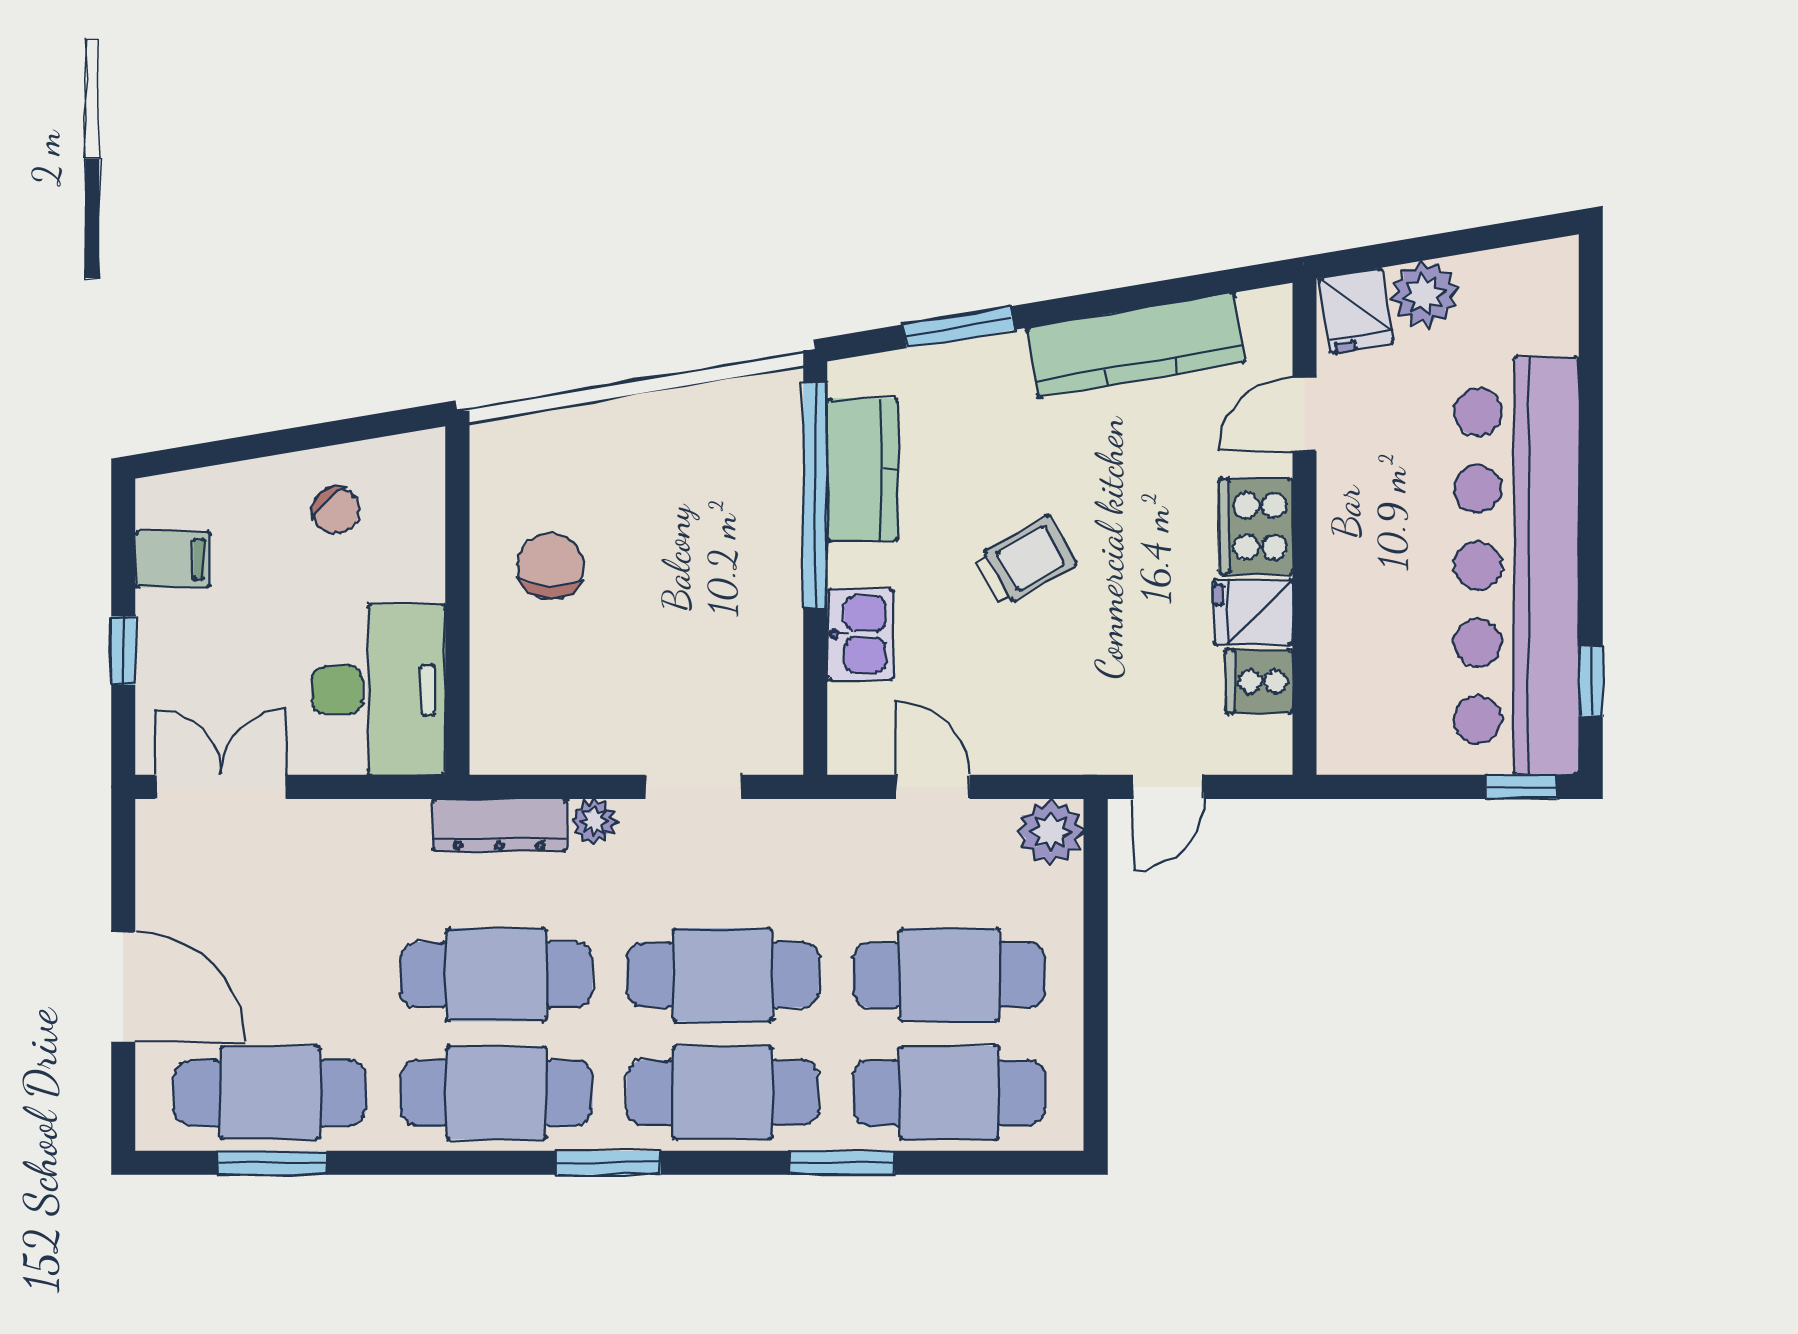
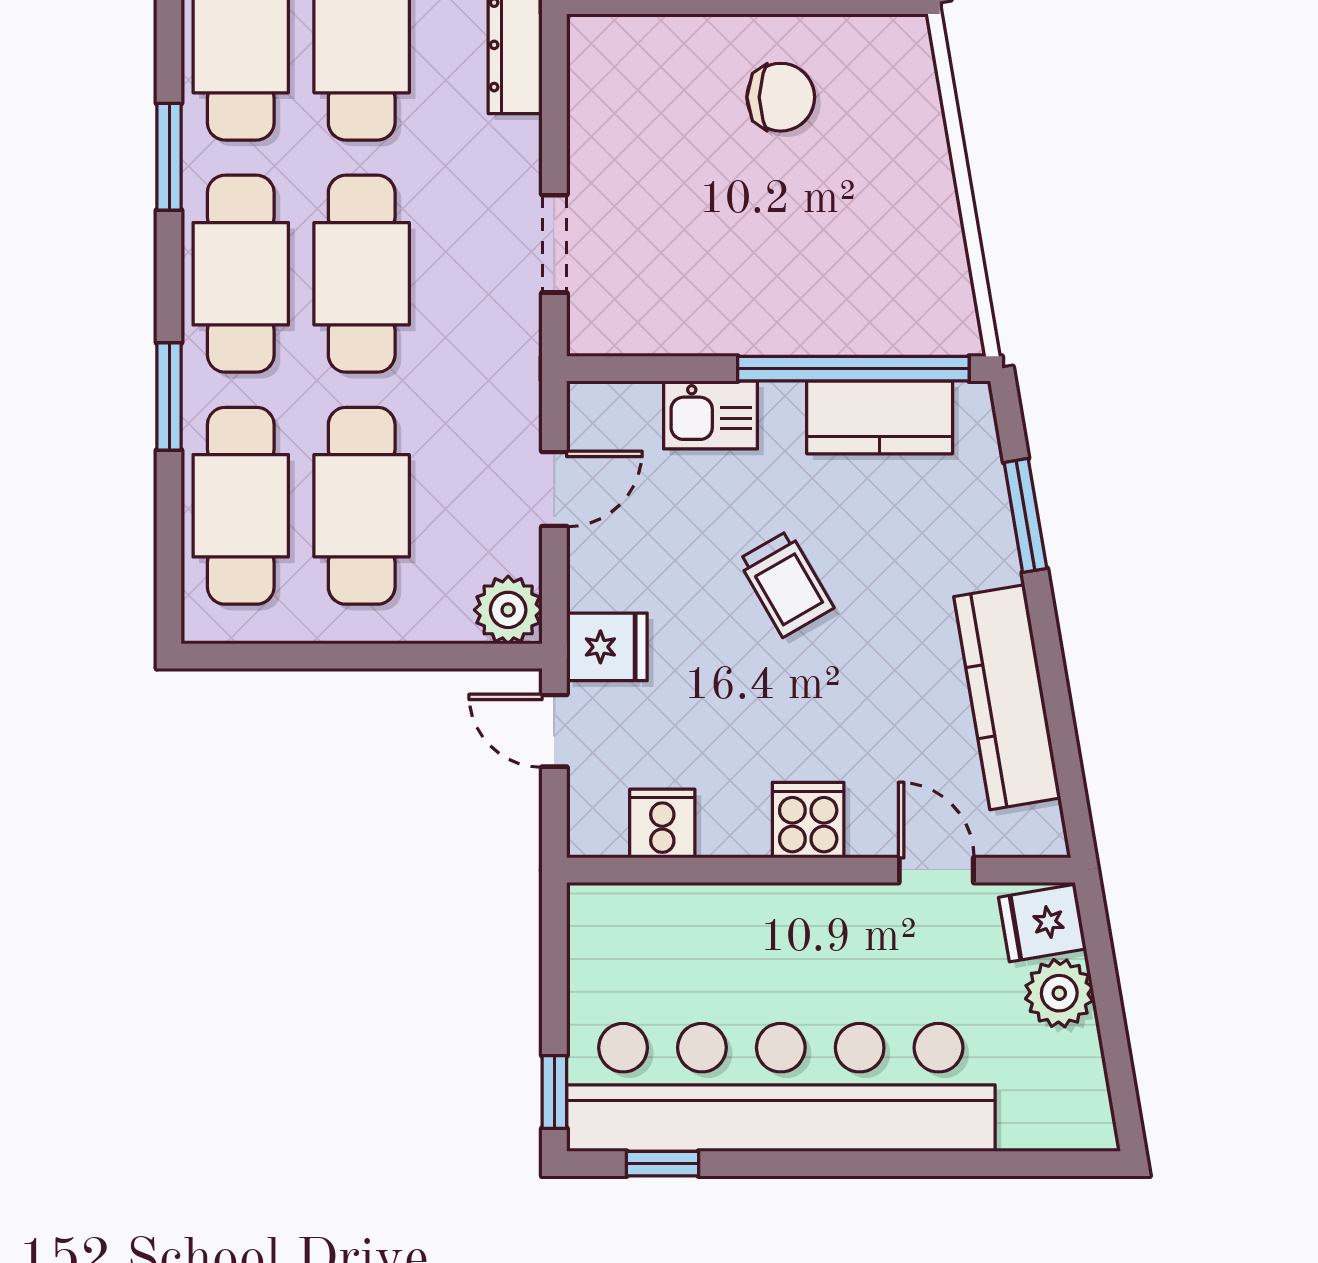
cooker: (1256, 526) -> (808, 820), width x0.73
fridge: (1253, 612) -> (607, 647), moved, turned 90
plant: (594, 822) -> (519, 142), removed

